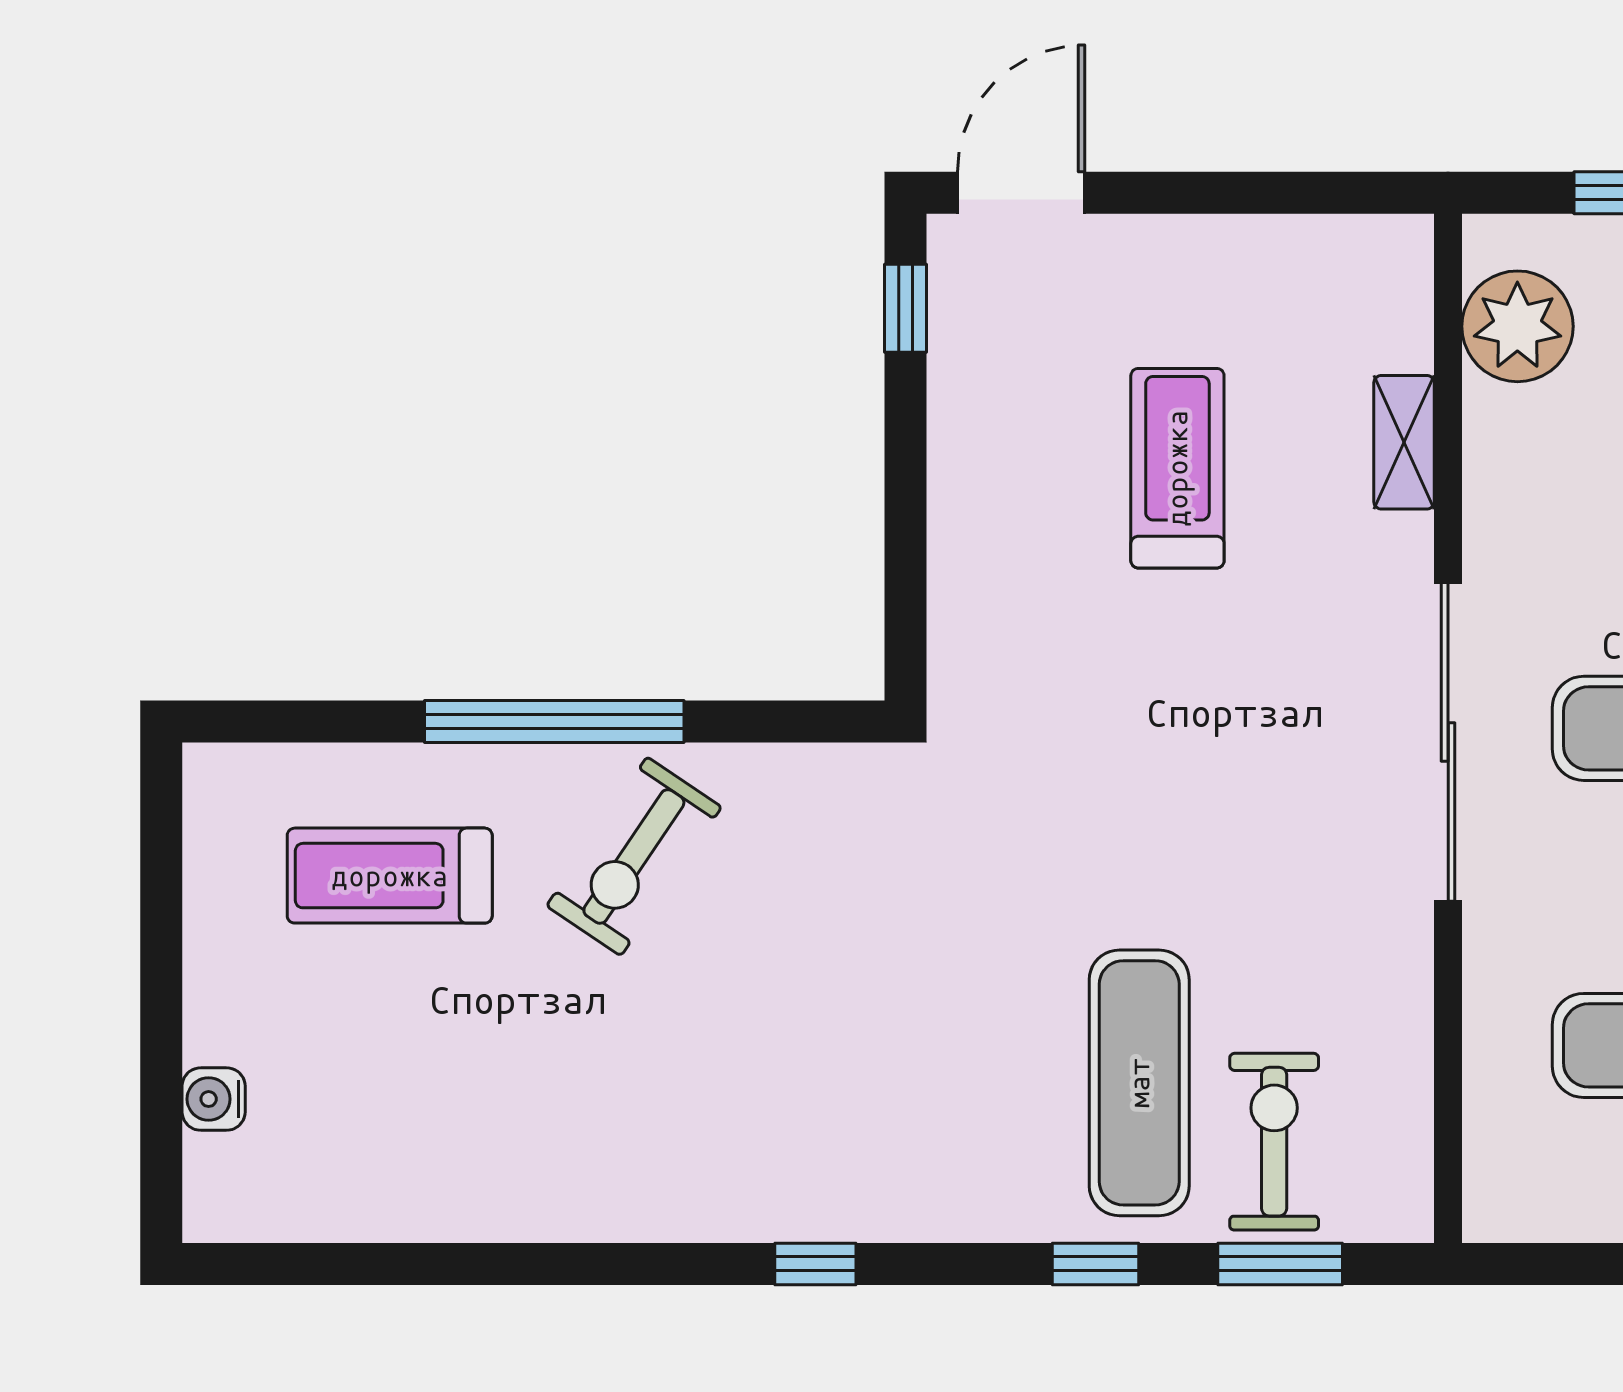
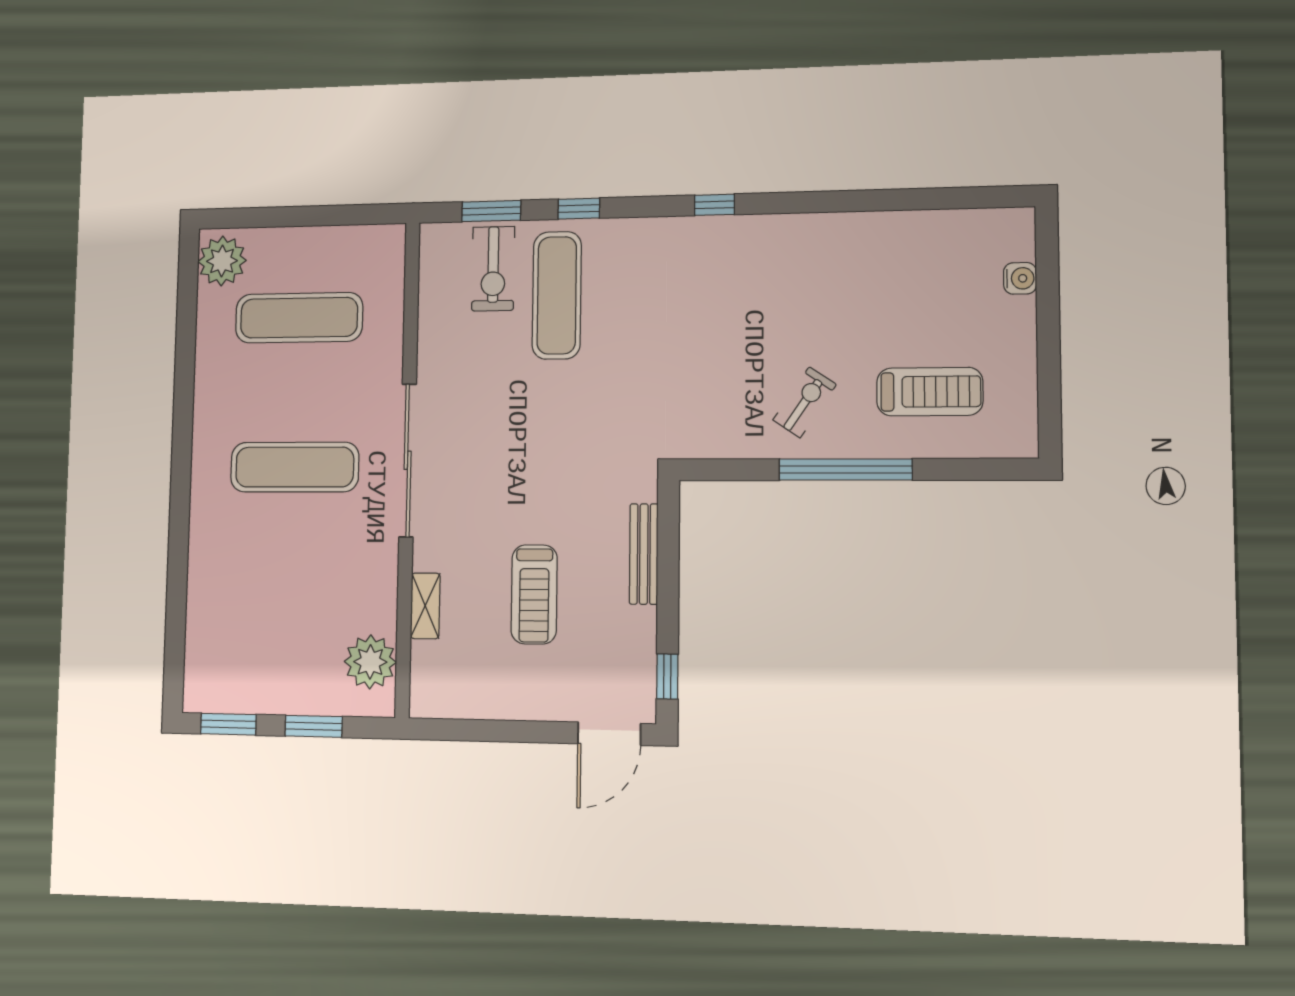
bench: (955, 551) -> (644, 554), added
exercise bike: (634, 856) -> (805, 402), width x0.73, depth x0.72

